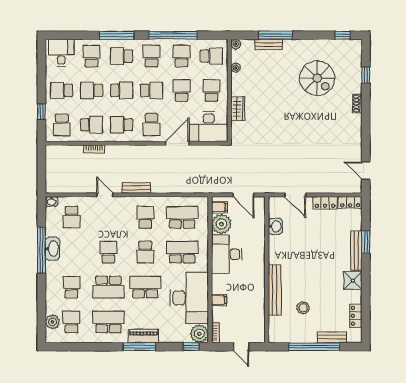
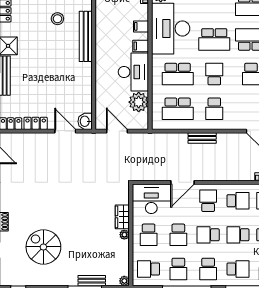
plant: (236, 68) -> (124, 235), moved
bench: (136, 188) -> (202, 138), moved
filing cabinet: (219, 207) -> (141, 46), moved
washbasin: (275, 226) -> (85, 121), moved

